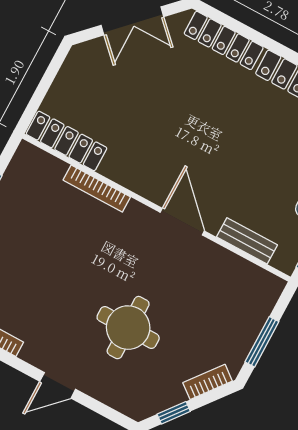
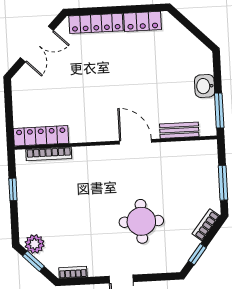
bookcase: (97, 189) -> (49, 154), moved

